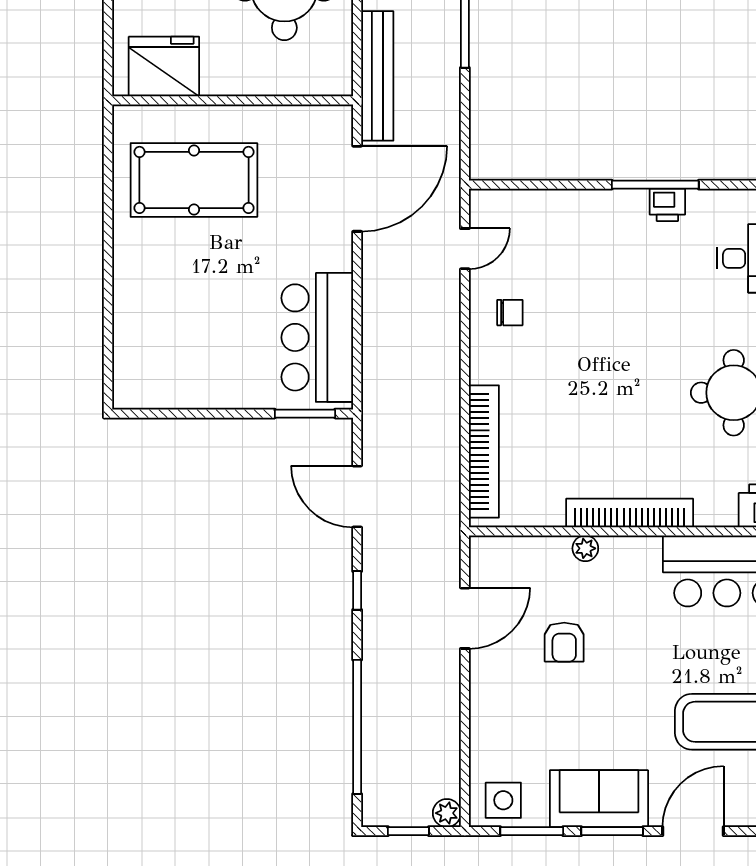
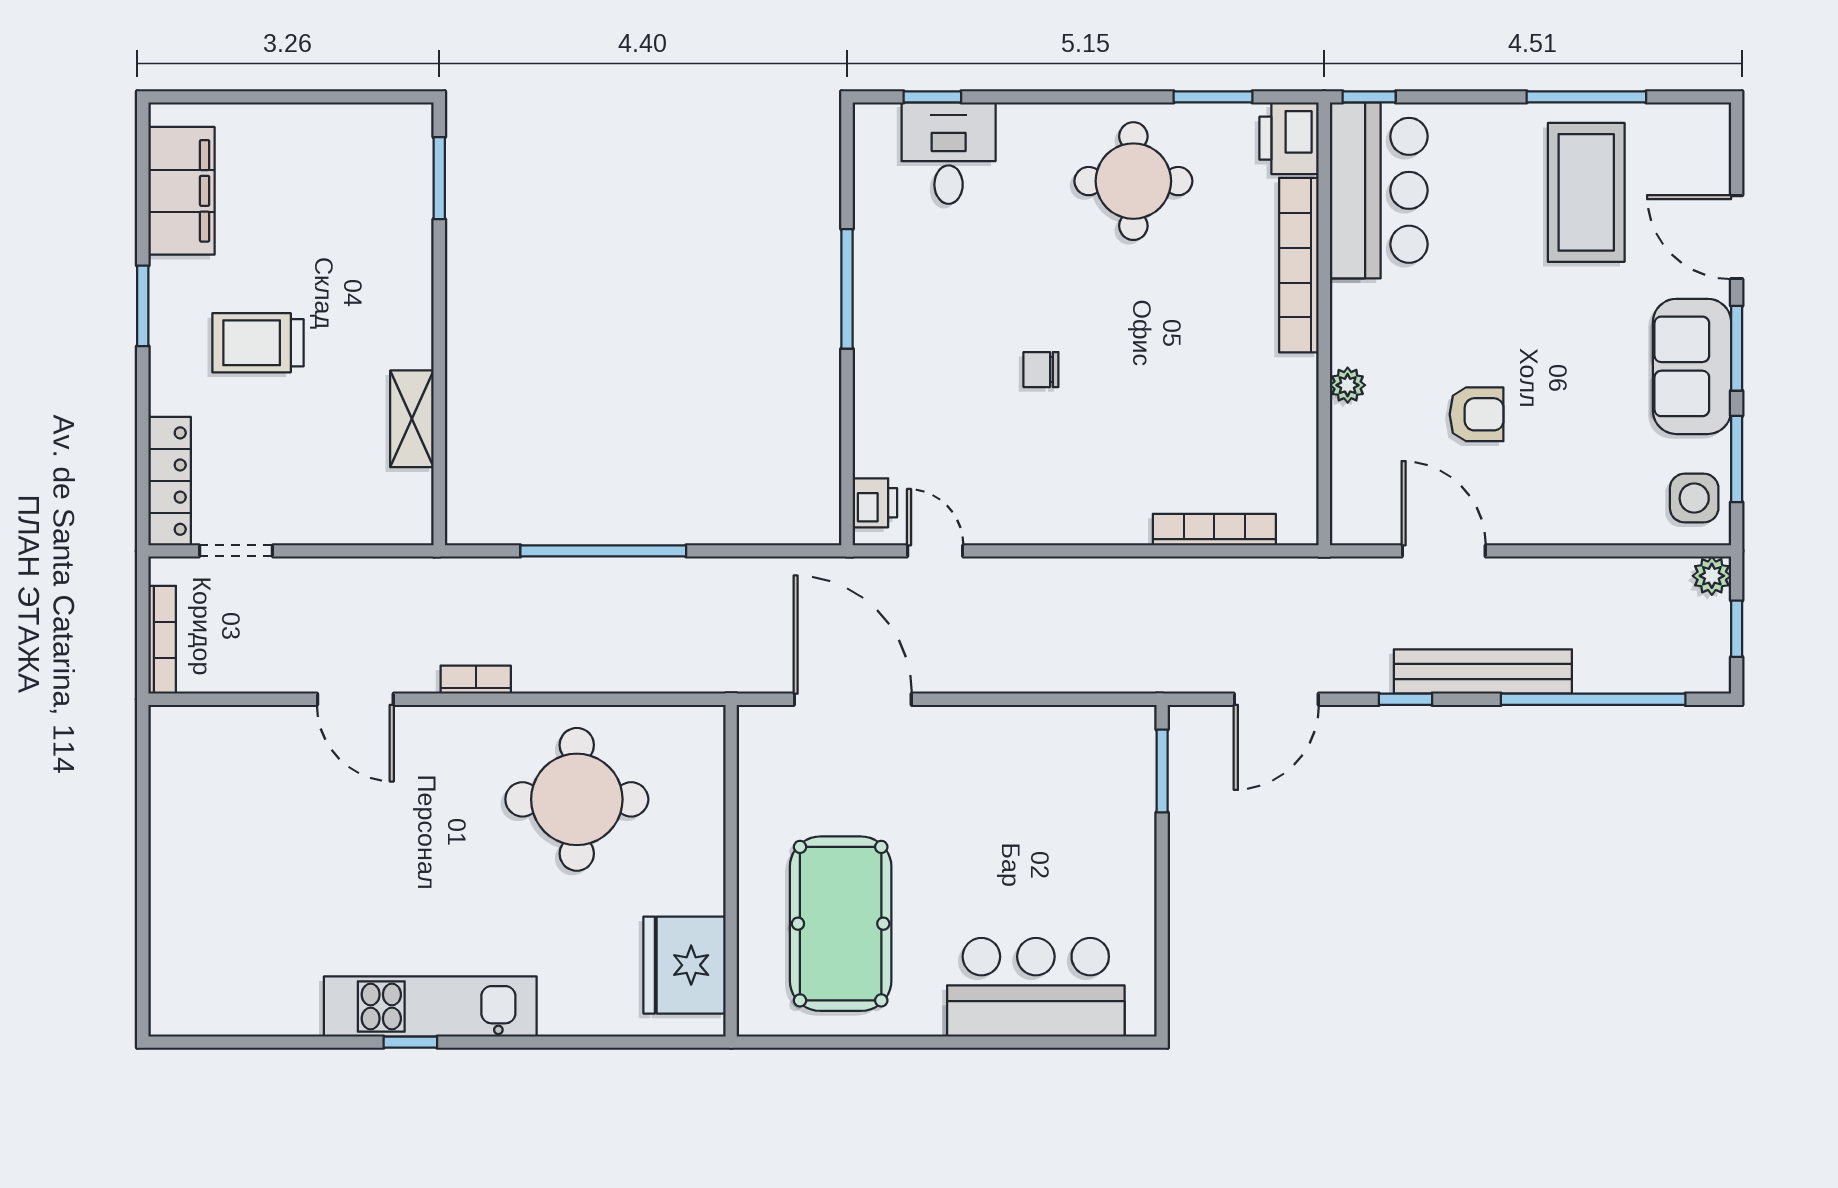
bench: (377, 76) -> (1483, 671), moved
printer: (667, 205) -> (875, 503), moved
chair: (510, 313) -> (1041, 370), moved, turned -90
bar counter: (317, 337) -> (1036, 987), moved, turned 180
bookcase: (484, 452) -> (1214, 530), width x0.68, depth x0.76
bookcase: (630, 513) -> (1299, 265), moved

